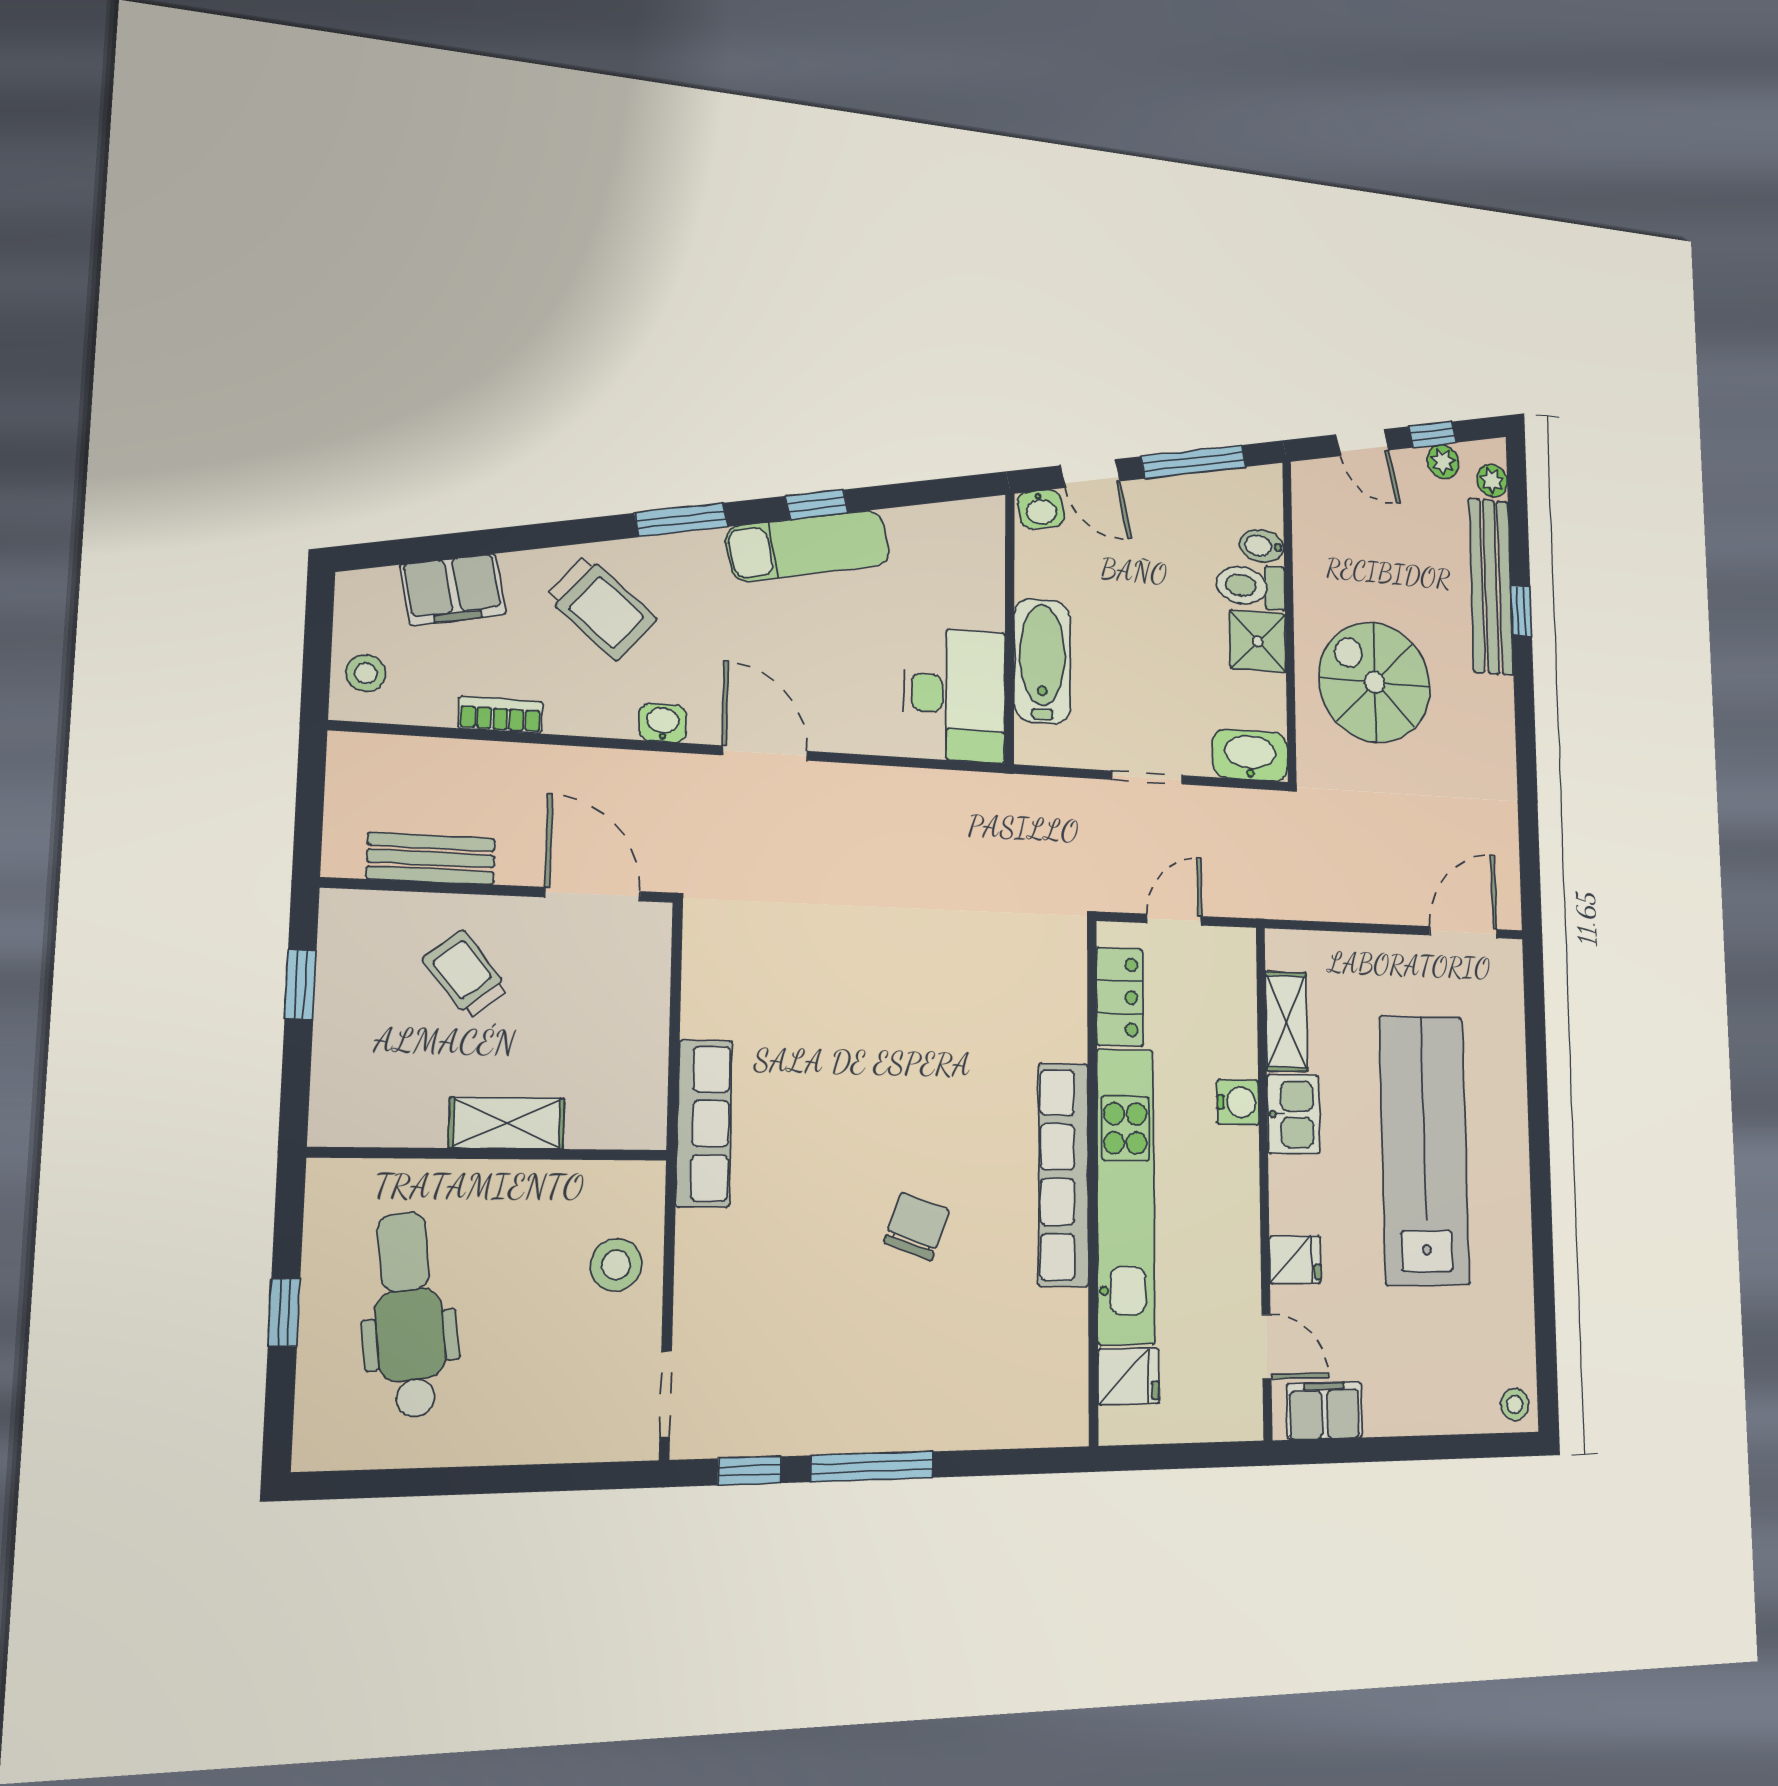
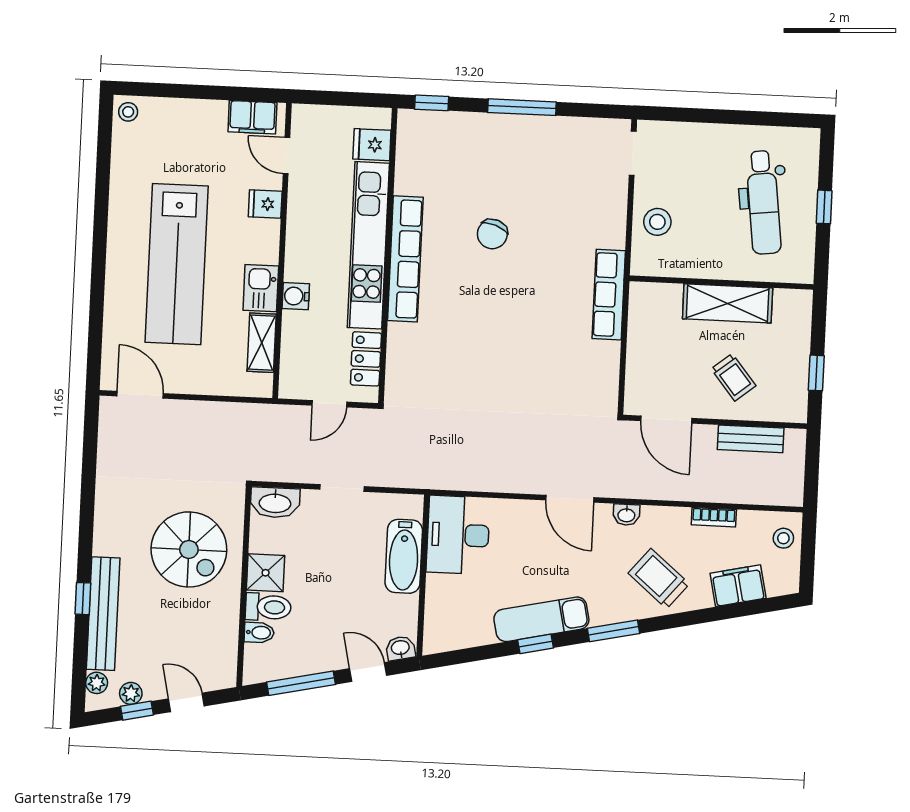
door: (1463, 932) -> (140, 395), swing flipped
shelving: (507, 1123) -> (728, 303), width x1.50, depth x1.33
window: (750, 1471) -> (432, 103), moved

